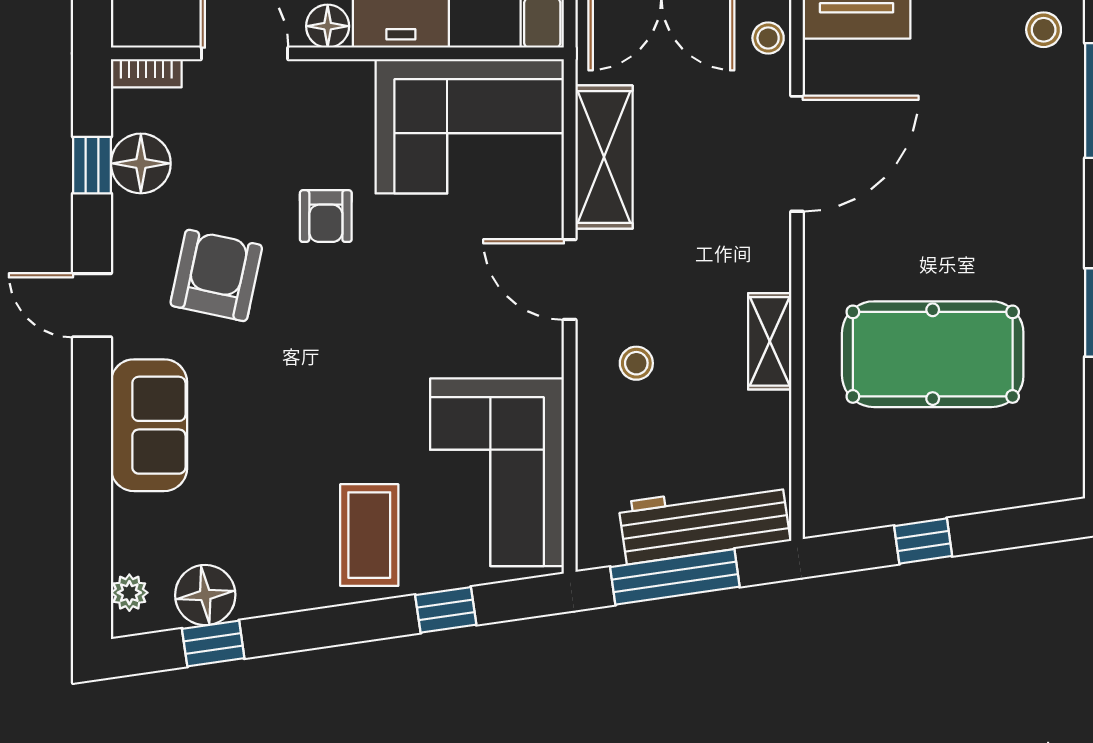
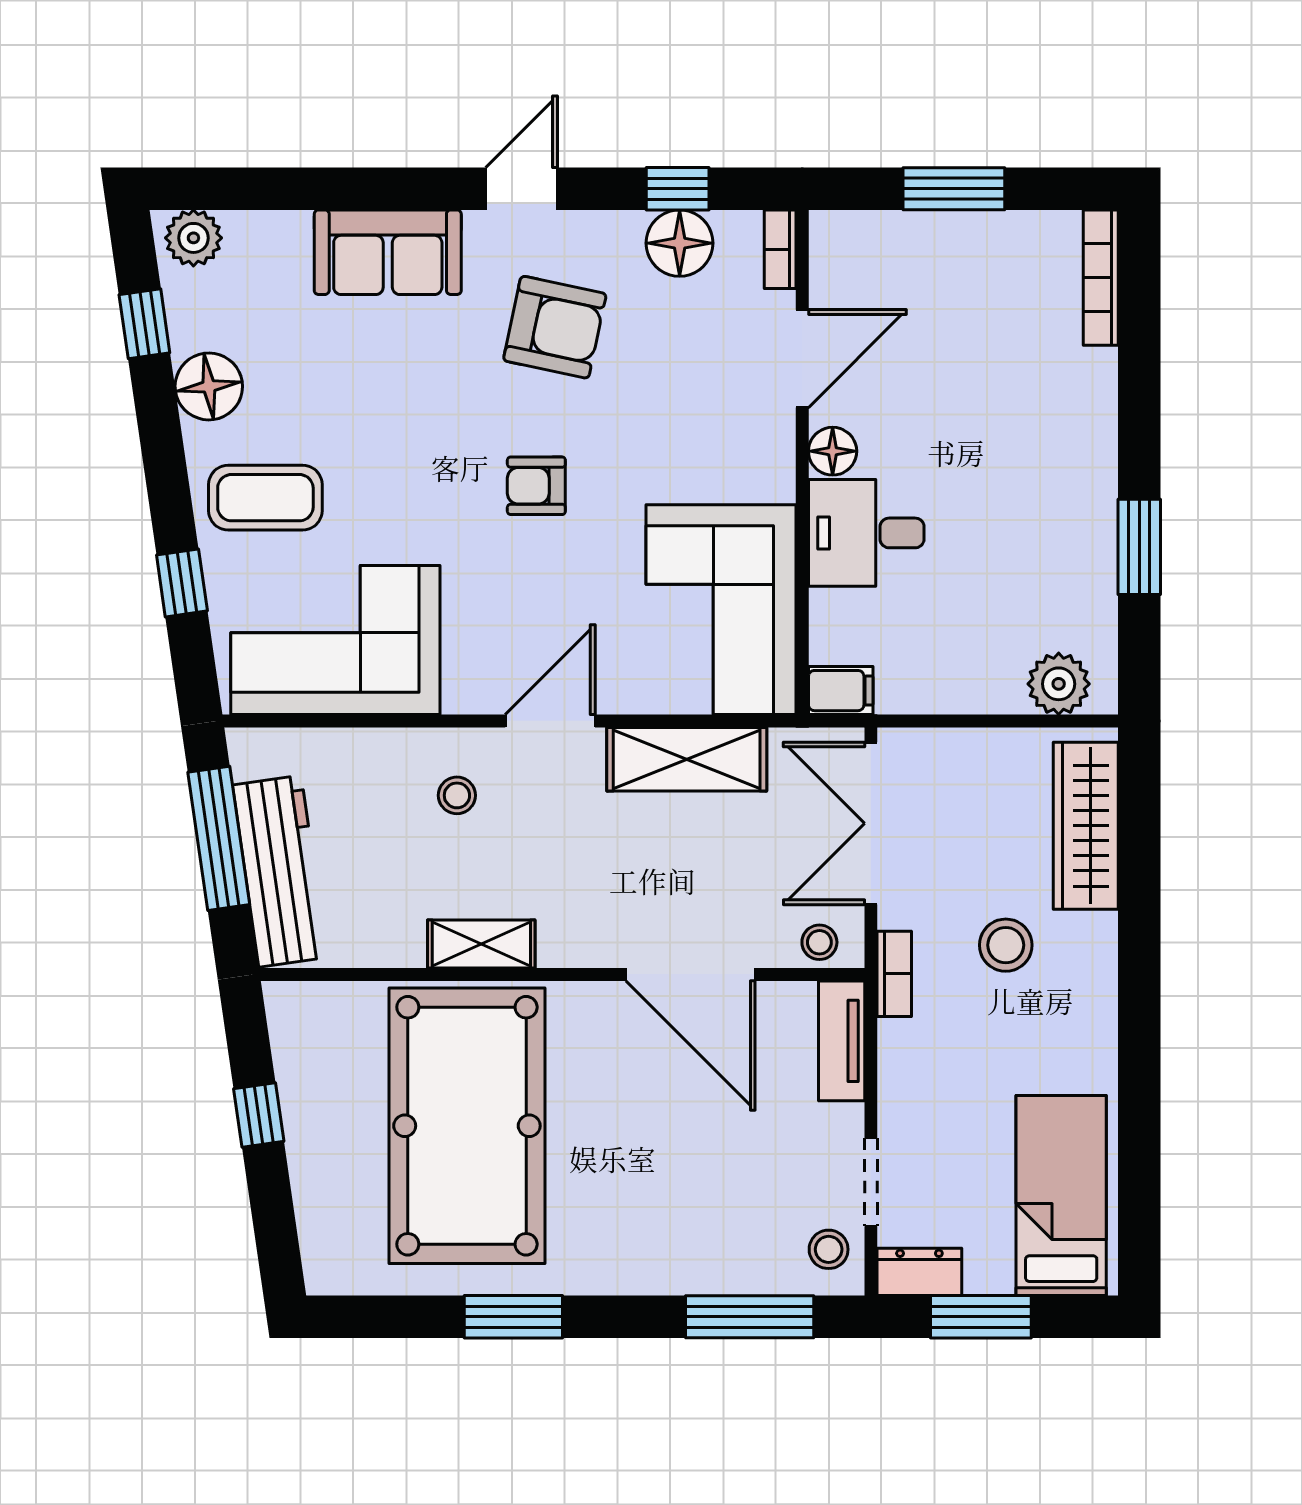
armchair: (326, 216) -> (536, 486), moved
pool table: (933, 354) -> (467, 1126), width x1.36, depth x1.32
plant: (129, 593) -> (193, 238), width x1.38, depth x1.38
floor lamp: (205, 595) -> (209, 386), moved

